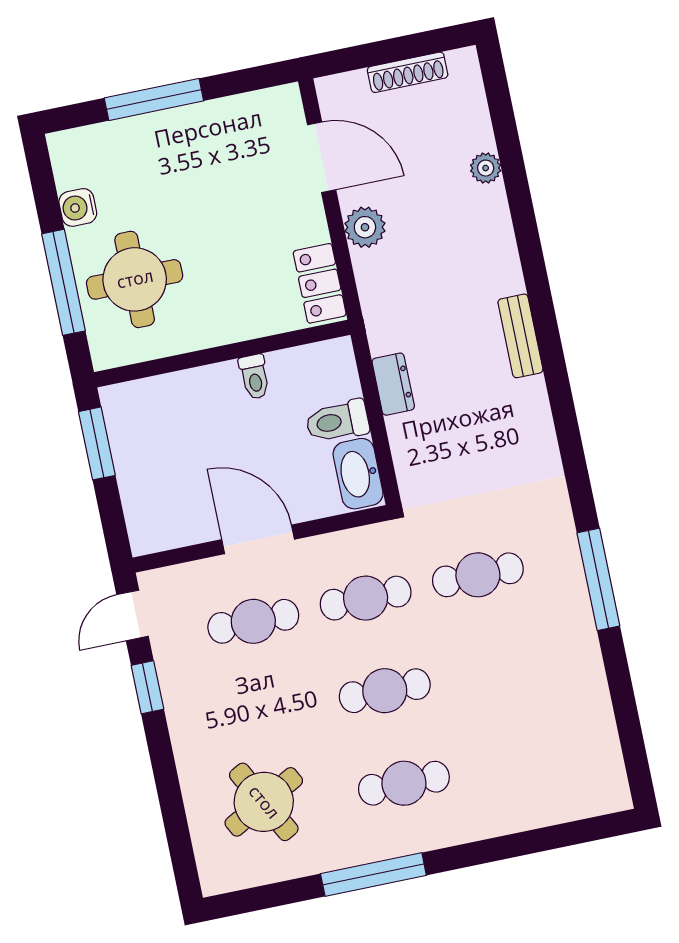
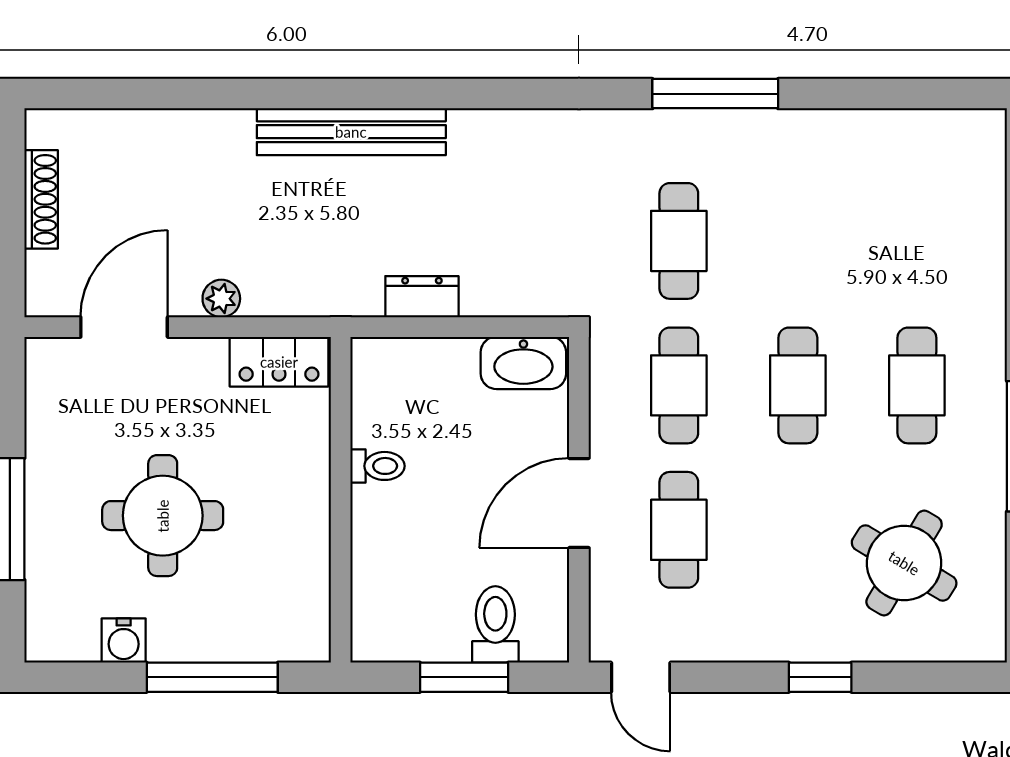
plant: (486, 168) -> (179, 128), removed
plant: (365, 227) -> (221, 299), width x0.73, depth x0.73
round table: (135, 279) -> (163, 516), moved
bench: (520, 336) -> (351, 132), width x1.86, depth x1.21
toilet: (337, 421) -> (495, 624), moved, turned 180
window: (97, 443) -> (464, 677), moved
window: (147, 687) -> (820, 677), moved
round table: (264, 802) -> (904, 563), turned -31

